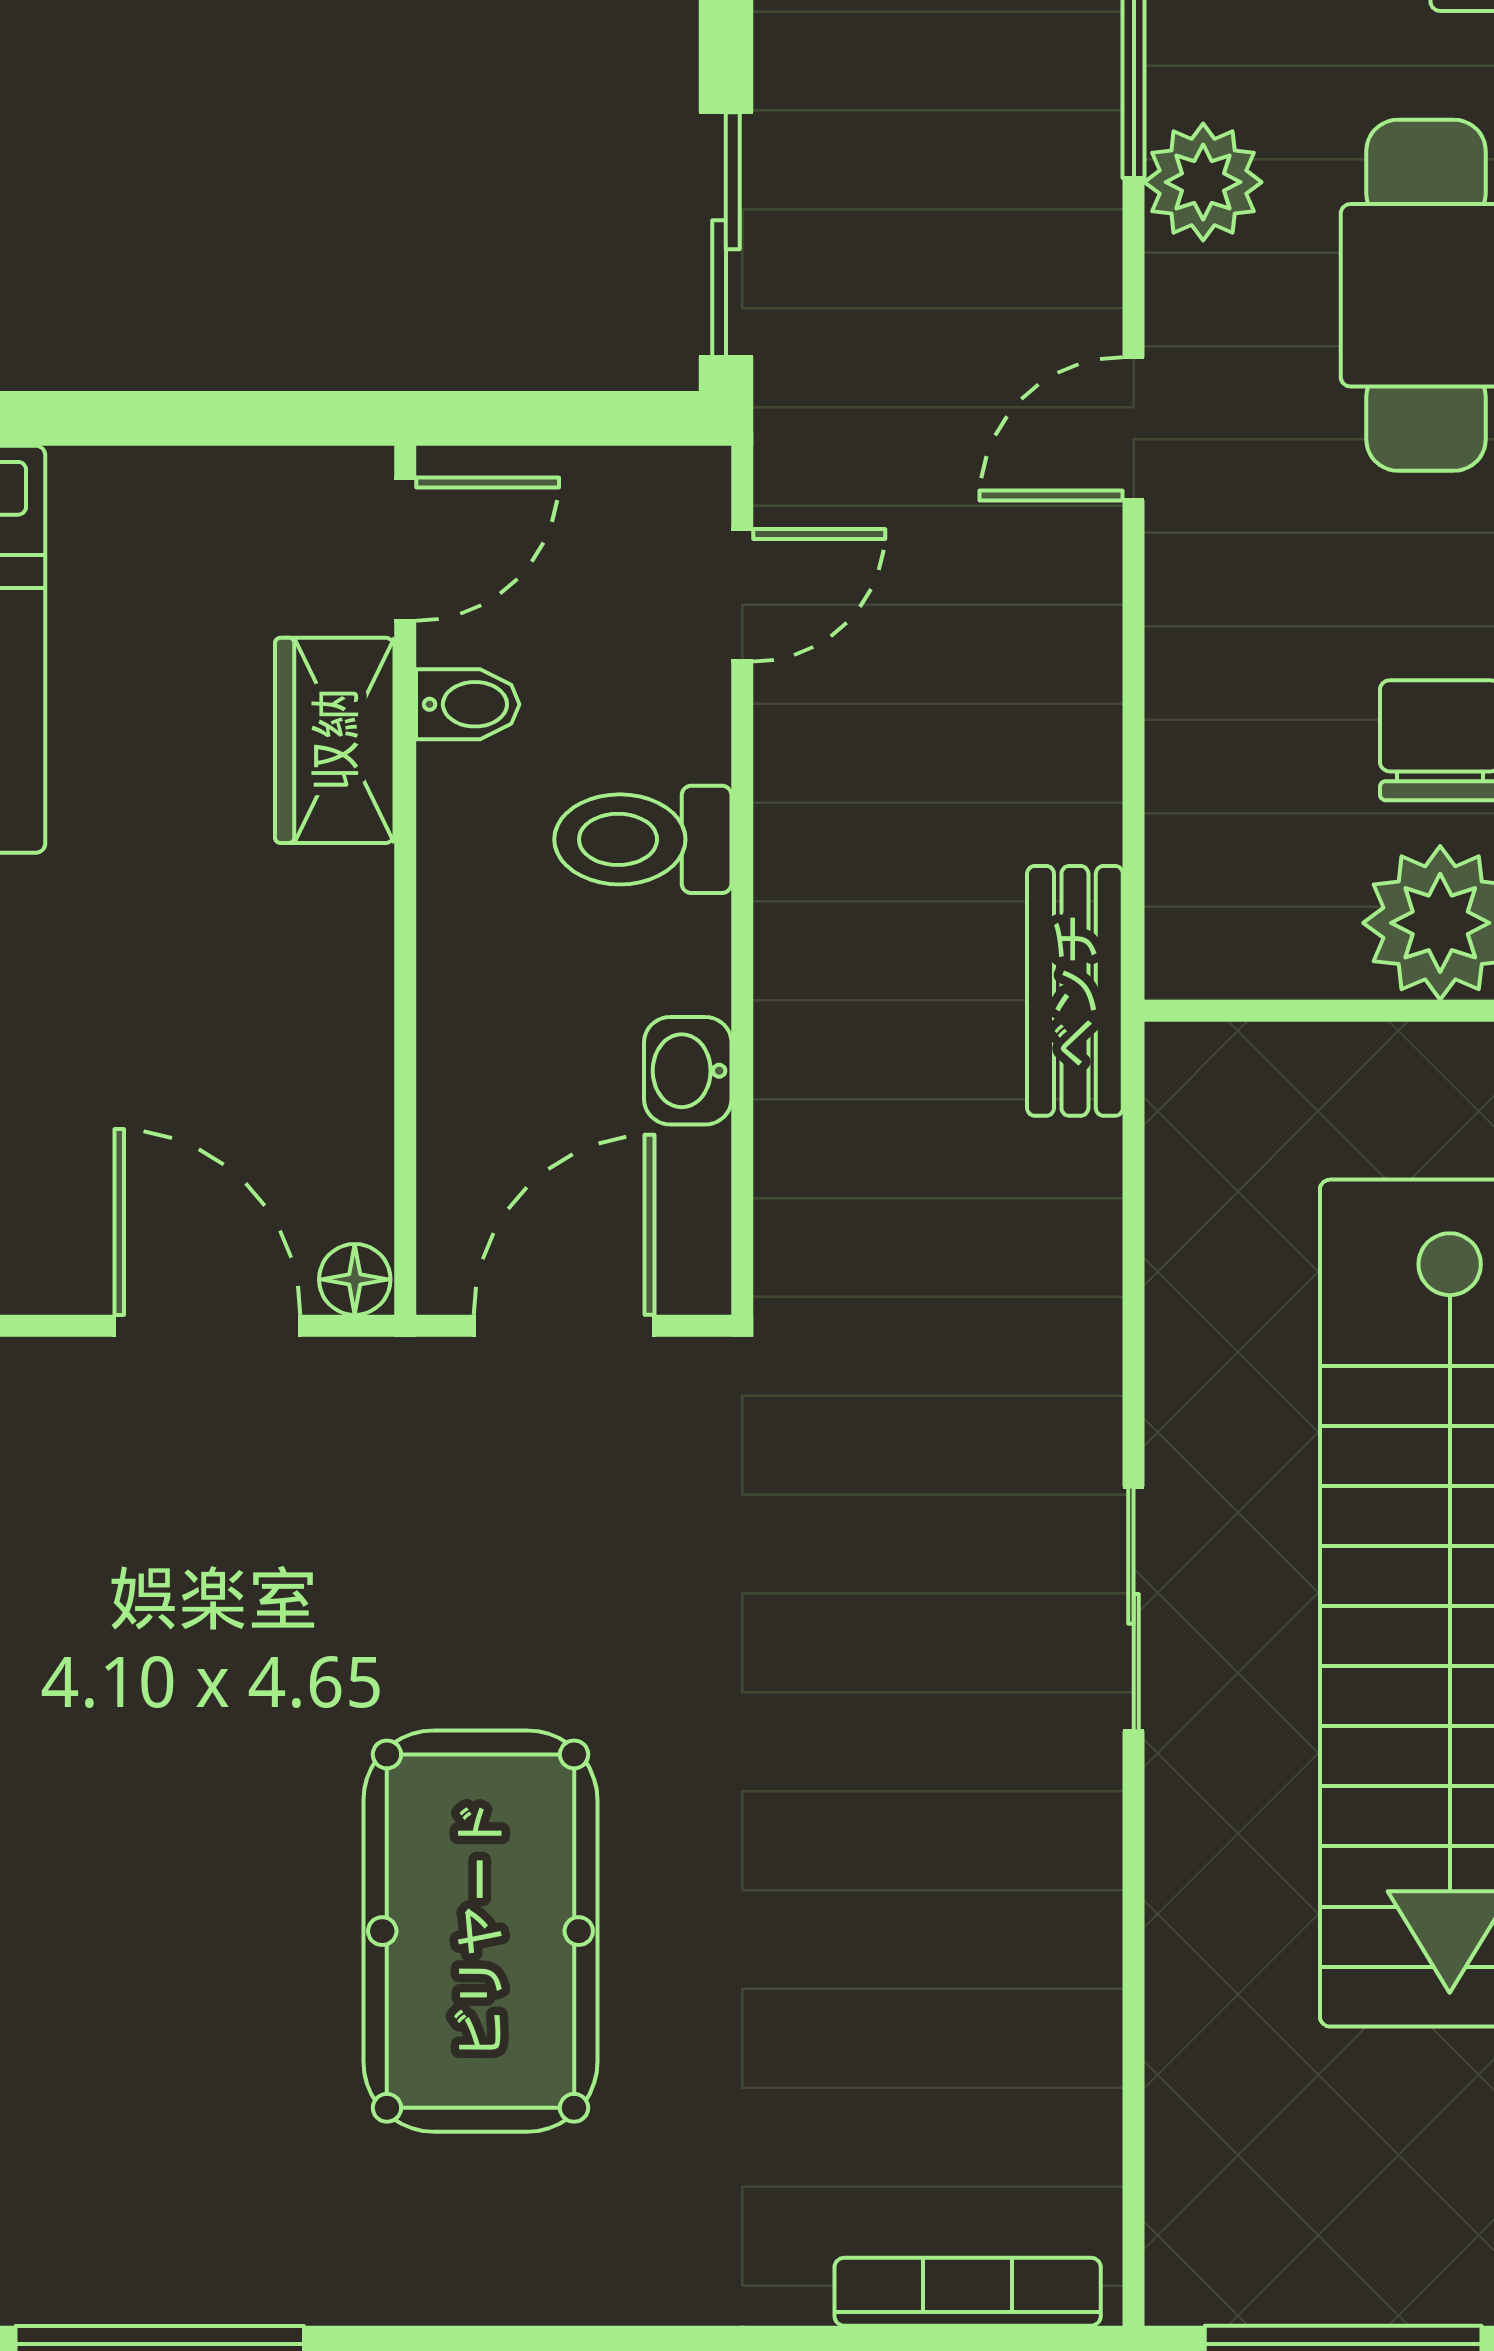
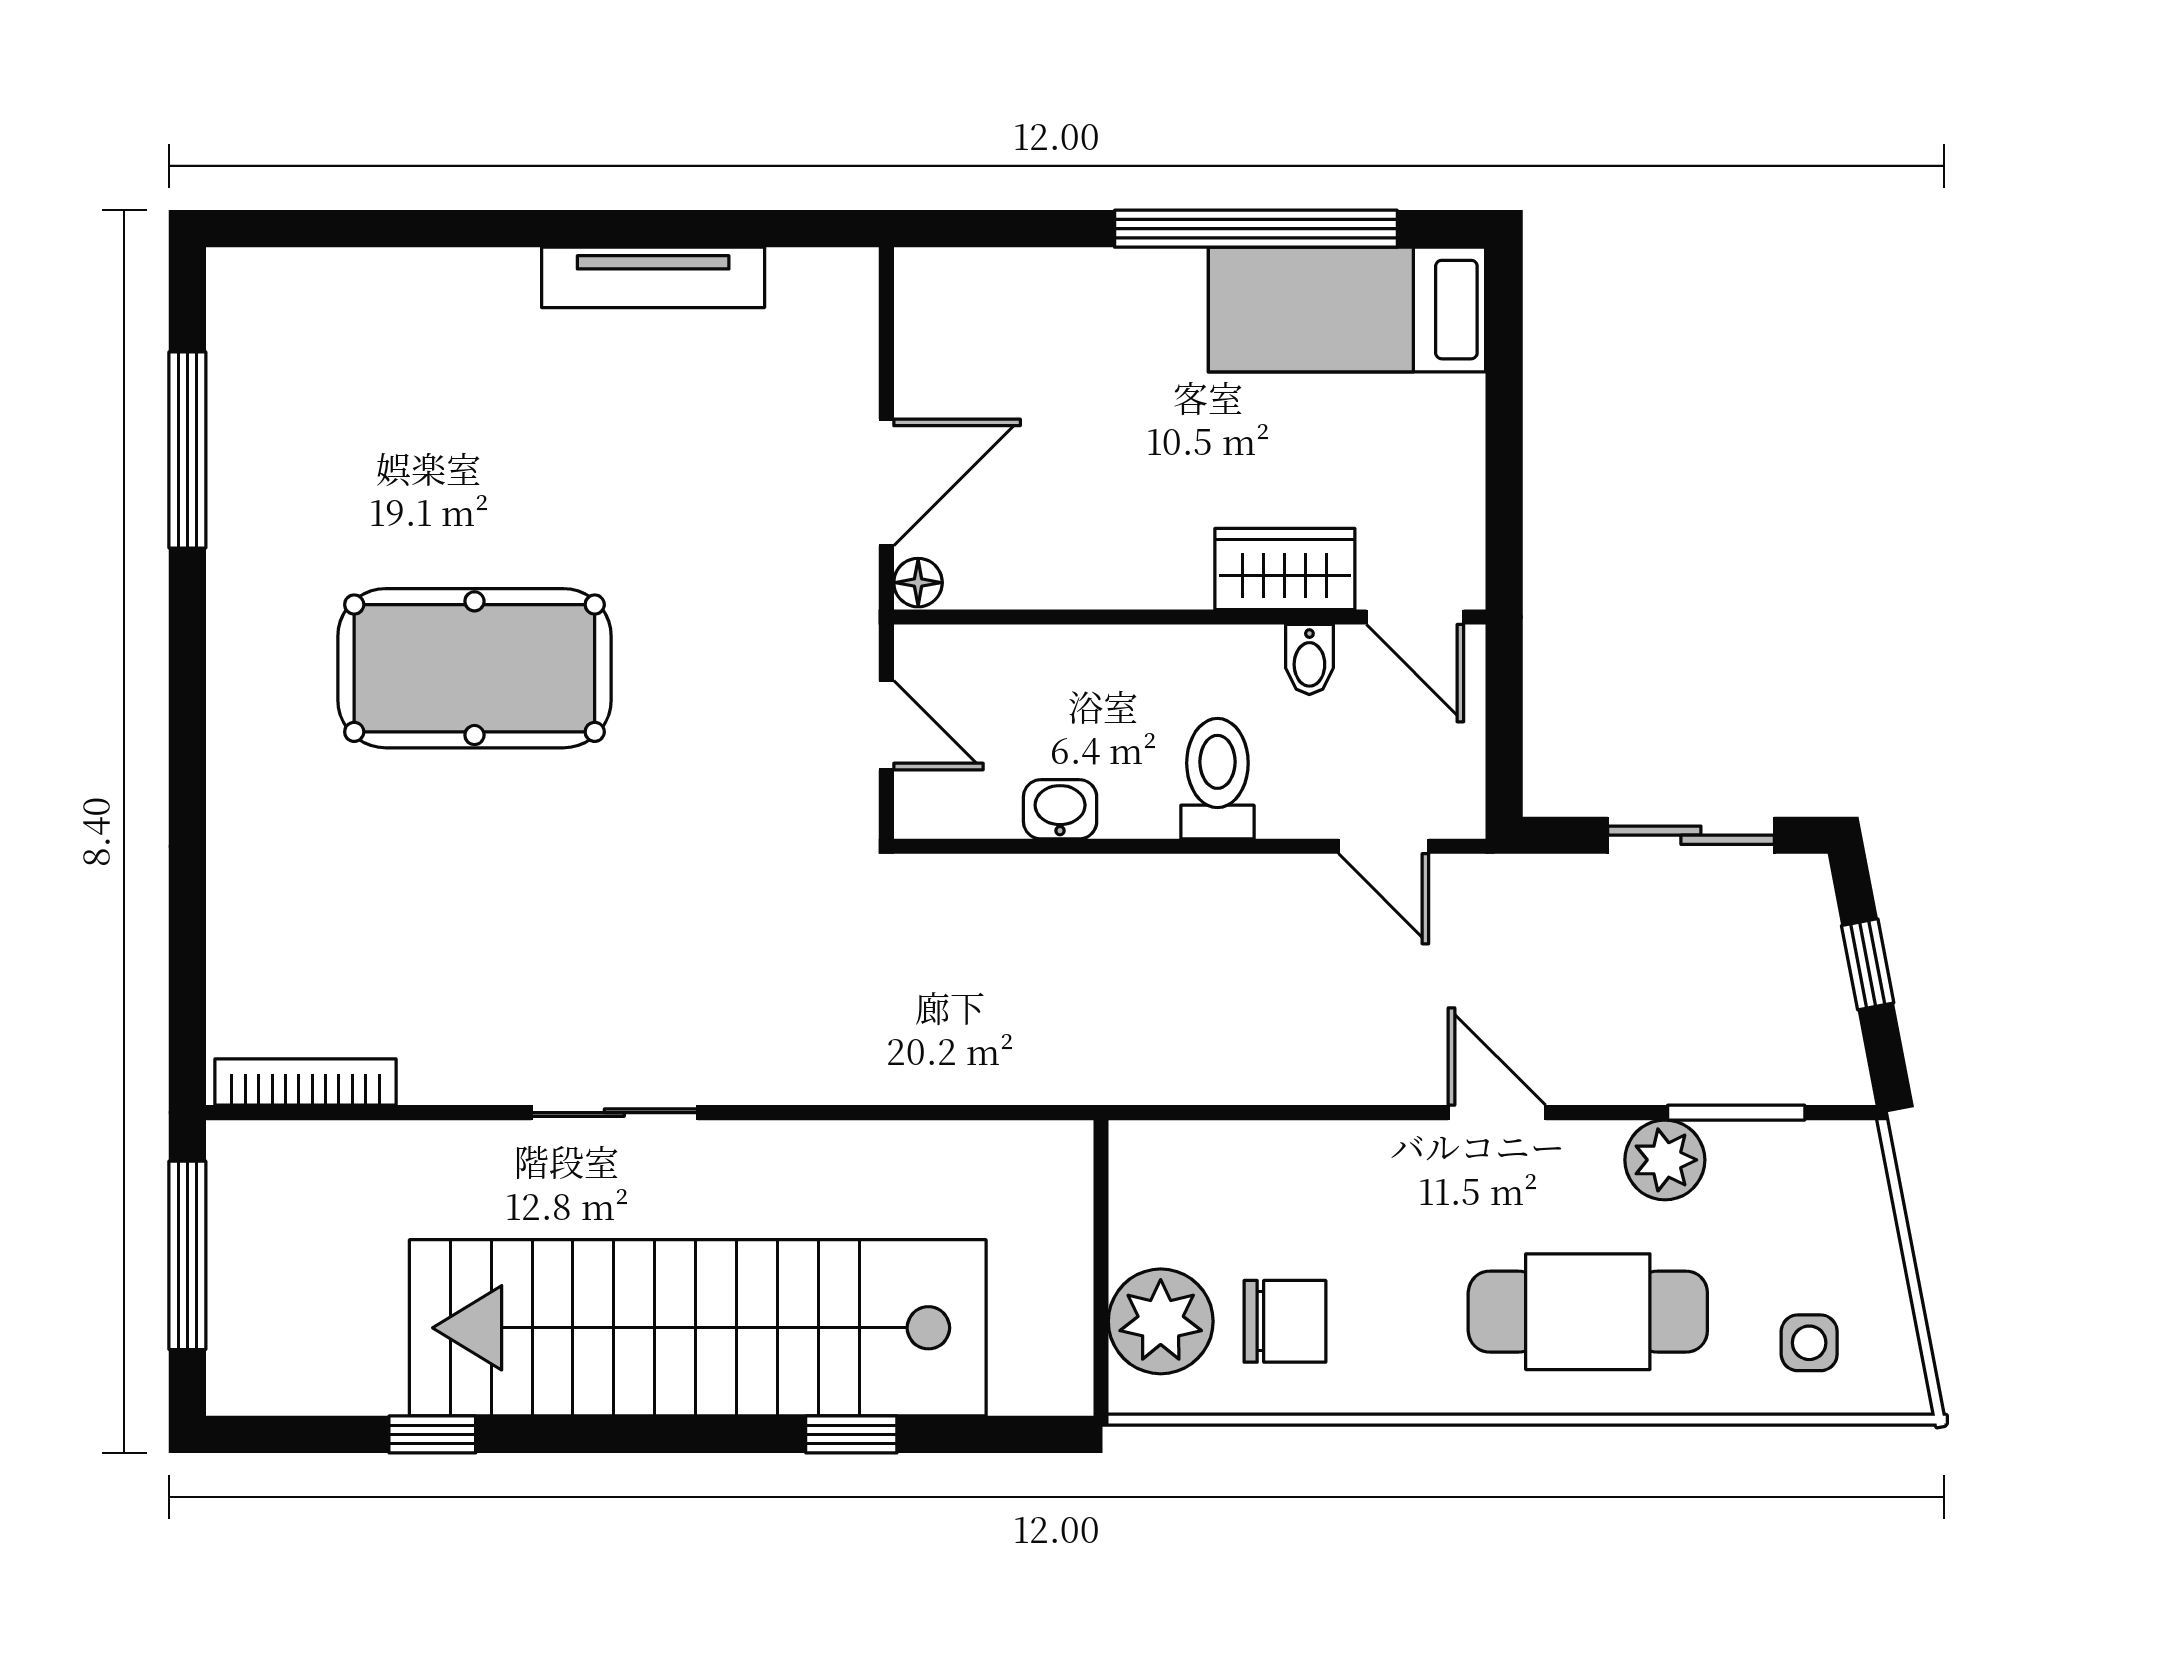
sliding door: (726, 235) -> (1691, 835), moved
bench: (1075, 991) -> (1114, 1073), removed
door: (564, 1326) -> (886, 725), width x0.73
sliding door: (1134, 1609) -> (614, 1113), moved
bookcase: (968, 2292) -> (306, 1082), moved, turned -90

